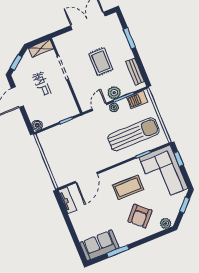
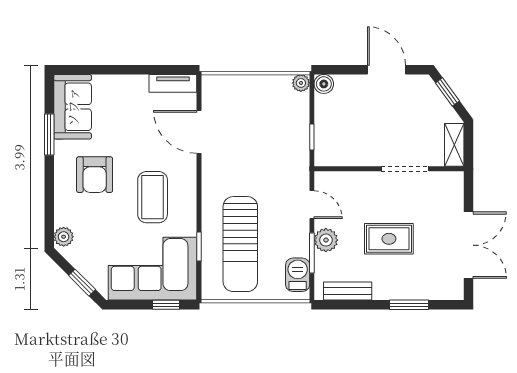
plant: (114, 107) -> (301, 83), moved
armchair: (140, 216) -> (95, 175), moved, turned -132

